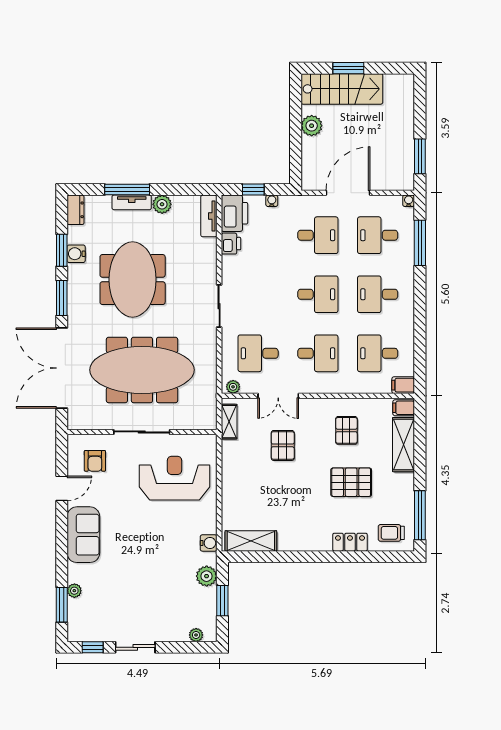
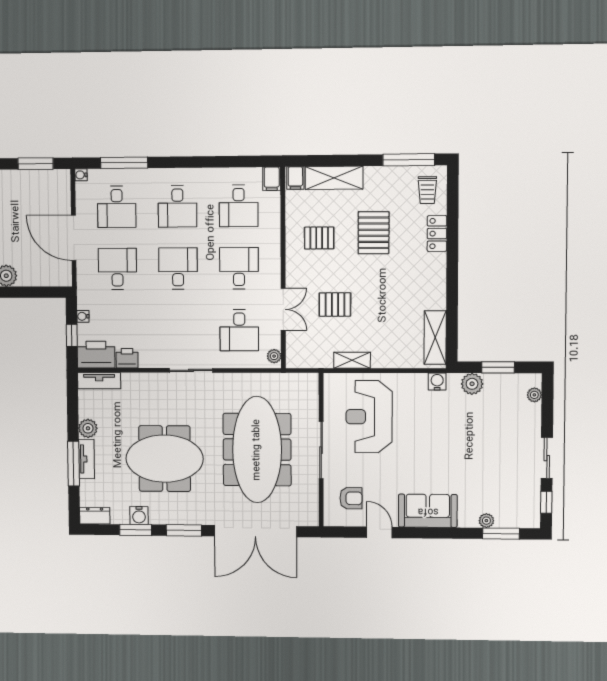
shelving: (229, 422) -> (352, 360), moved

